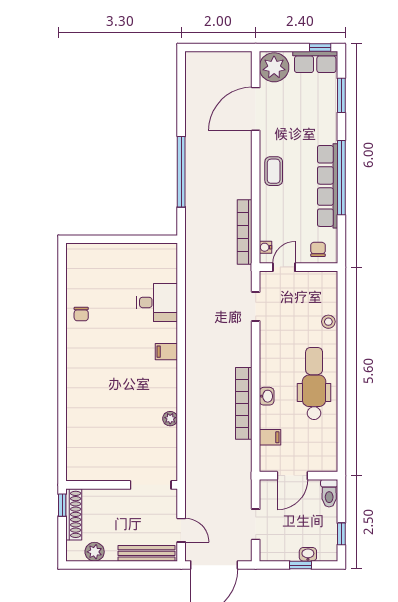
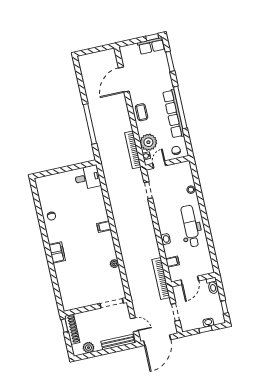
plant: (274, 67) -> (148, 142), moved
desk: (157, 302) -> (87, 178), moved
filing cabinet: (77, 378) -> (57, 253), added
bookcase: (244, 403) -> (161, 279), moved

